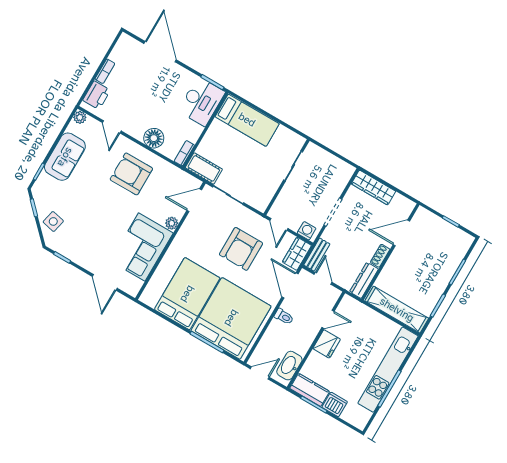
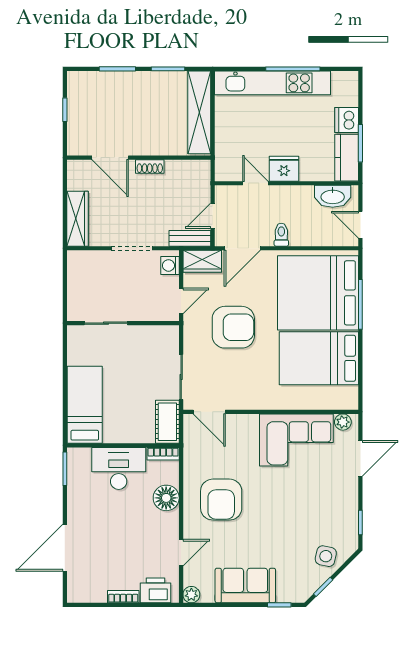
desk: (201, 101) -> (119, 468), moved
plant: (172, 223) -> (343, 422), moved
dresser: (364, 280) -> (188, 168), removed

